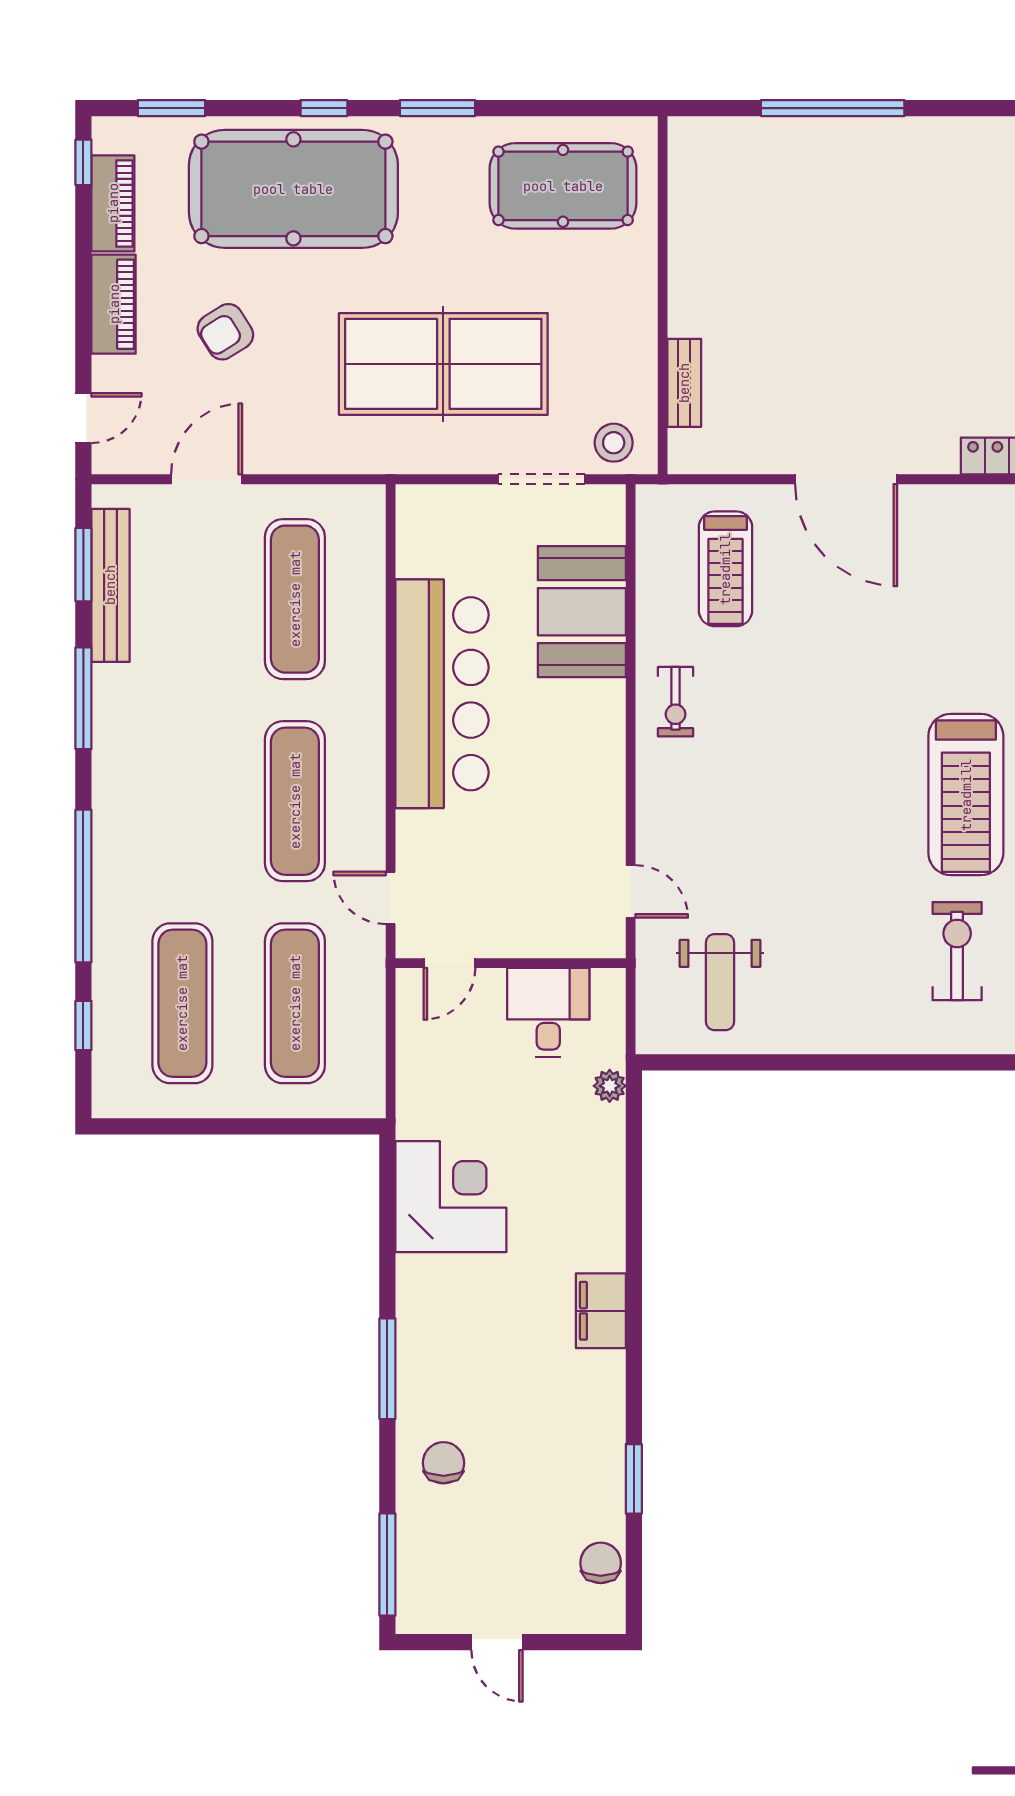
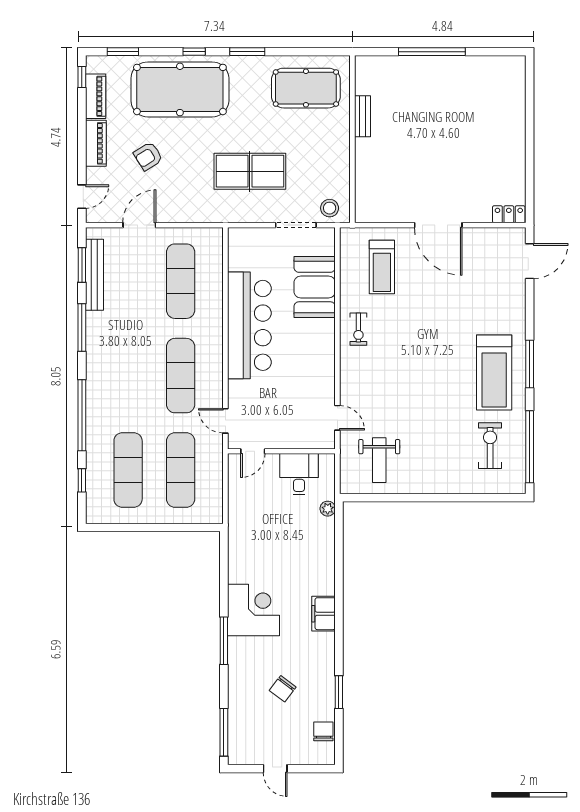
table tennis table: (443, 364) -> (250, 171), width x0.73, depth x0.76
bench: (684, 383) -> (363, 116), moved
corner desk: (451, 1197) -> (254, 610), moved
chair: (443, 1463) -> (283, 689), moved, turned -143

